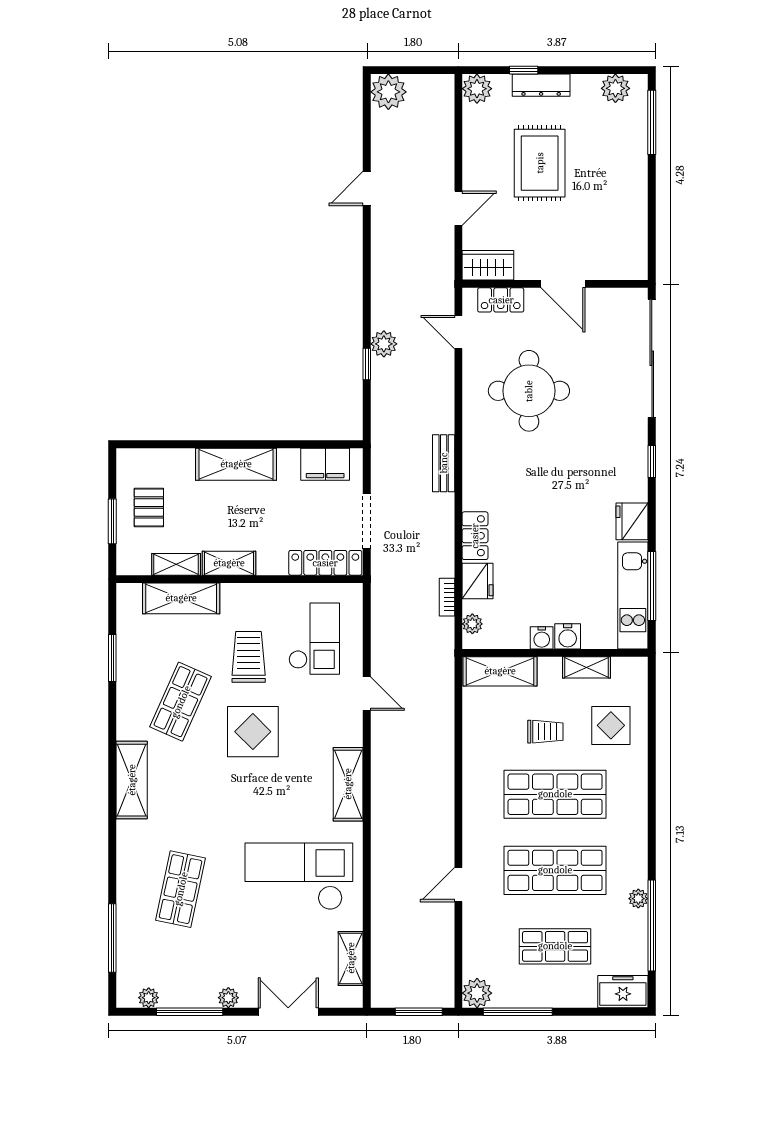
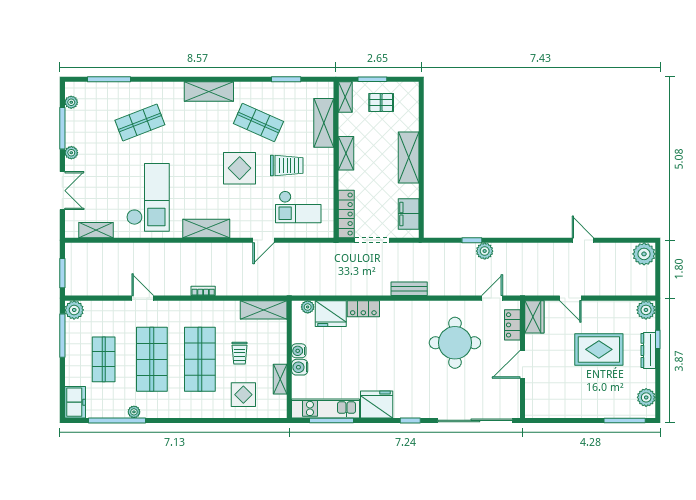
fridge: (632, 521) -> (377, 405), width x1.36, depth x1.34
shelving: (176, 564) -> (345, 97), moved
fridge: (478, 581) -> (331, 314), width x1.36, depth x1.34
bookcase: (447, 597) -> (203, 291), moved
shelving: (500, 671) -> (264, 310), moved, turned 90
shop shelf: (181, 889) -> (140, 122), turned -33

